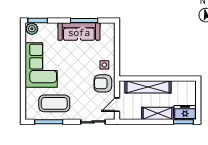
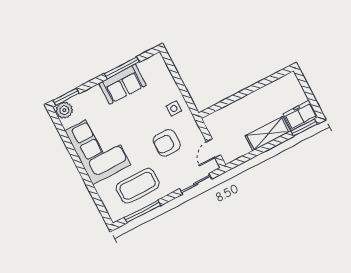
sofa: (79, 32) -> (123, 84), width x0.73
armchair: (103, 83) -> (167, 143), moved
shelving: (148, 87) -> (240, 108), removed

